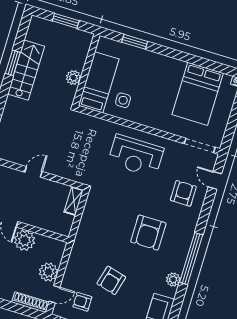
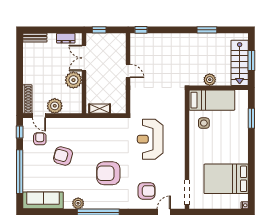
stairs: (26, 70) -> (240, 63), moved, turned 90
reception desk: (136, 156) -> (150, 139), moved
shelving: (74, 201) -> (100, 109), moved

